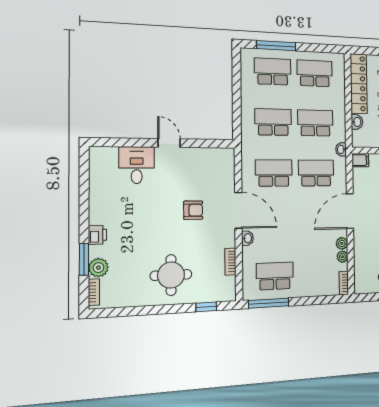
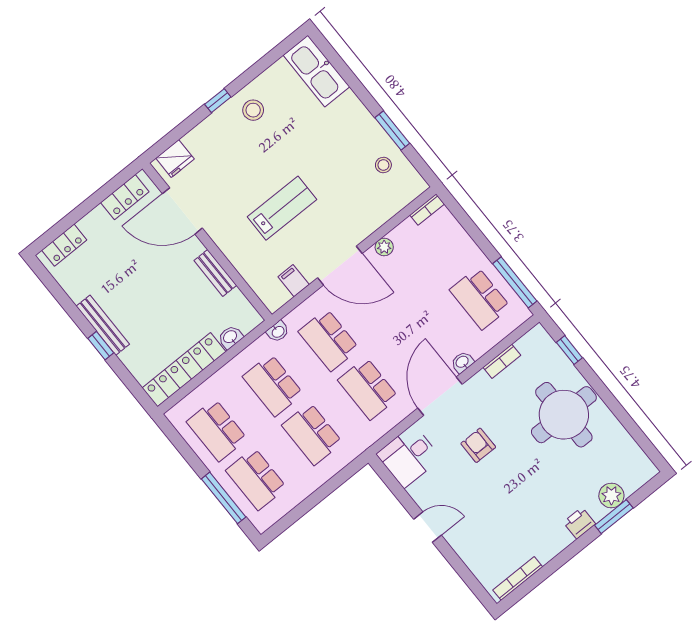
door: (169, 143) -> (428, 527), swing flipped
filing cabinet: (360, 160) -> (294, 281), moved
desk: (137, 165) -> (409, 456), moved
plant: (342, 257) -> (399, 235), removed
round table: (171, 275) -> (564, 415), width x1.36, depth x1.36
bookcase: (94, 292) -> (518, 578), moved, width x1.56

